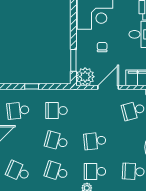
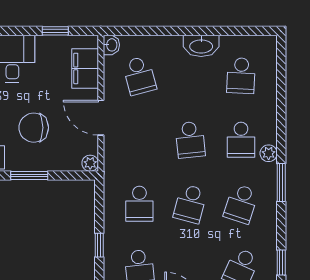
chair: (102, 47) -> (34, 128), width x1.87, depth x1.87
window: (73, 60) -> (29, 176), moved
plant: (85, 77) -> (90, 163), width x0.53, depth x0.53

